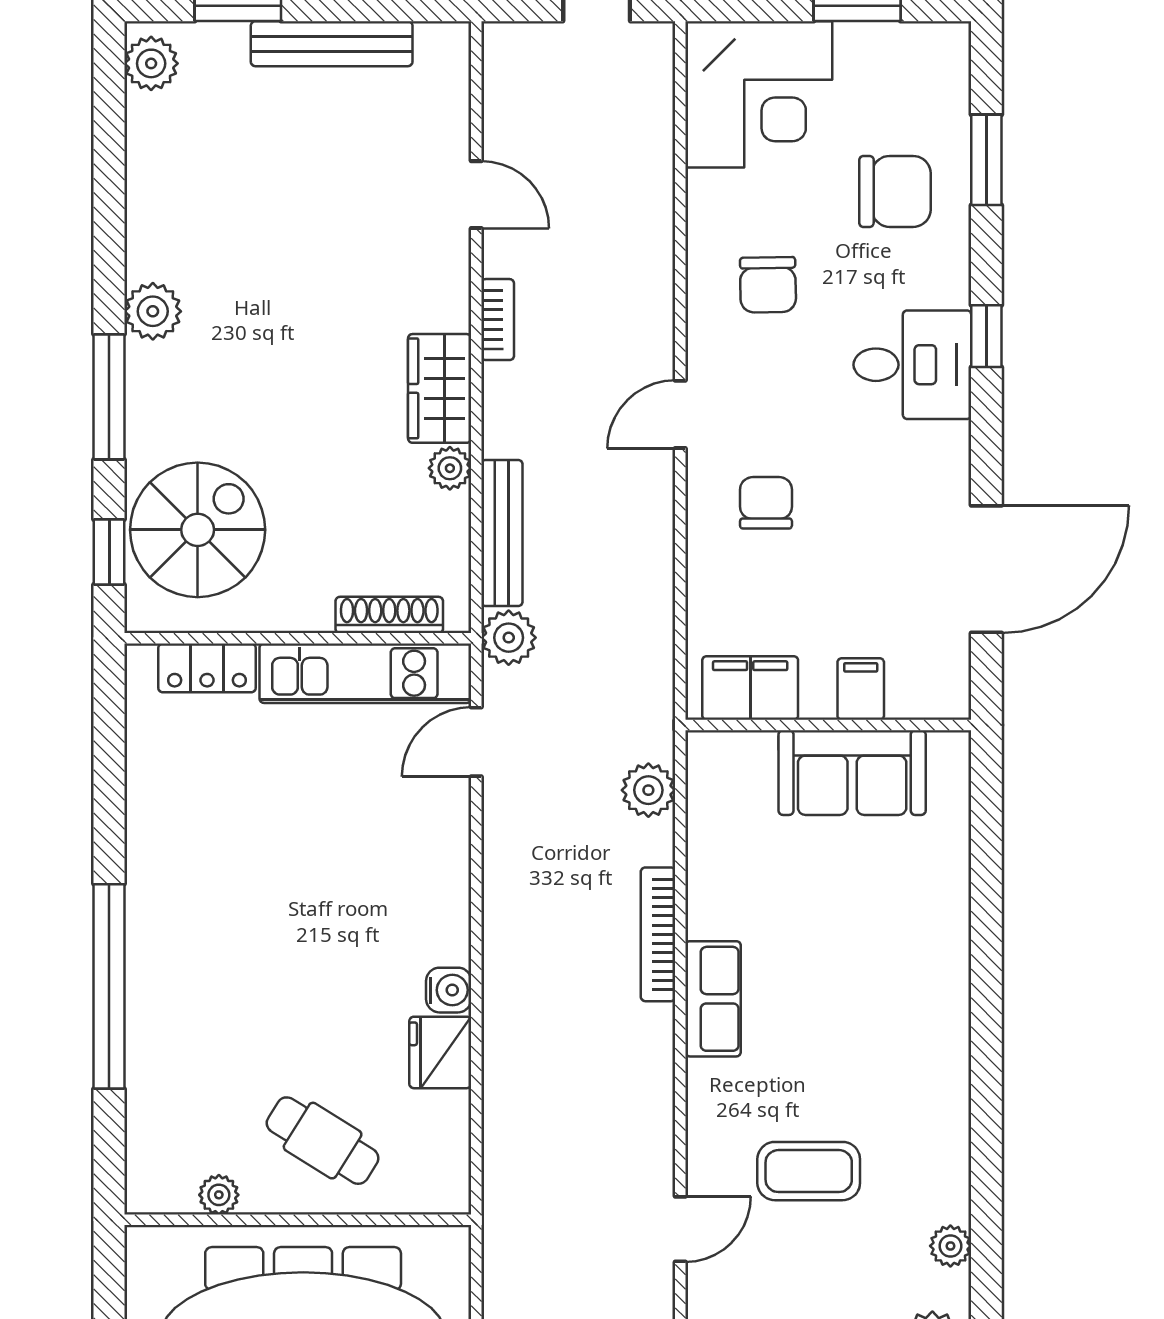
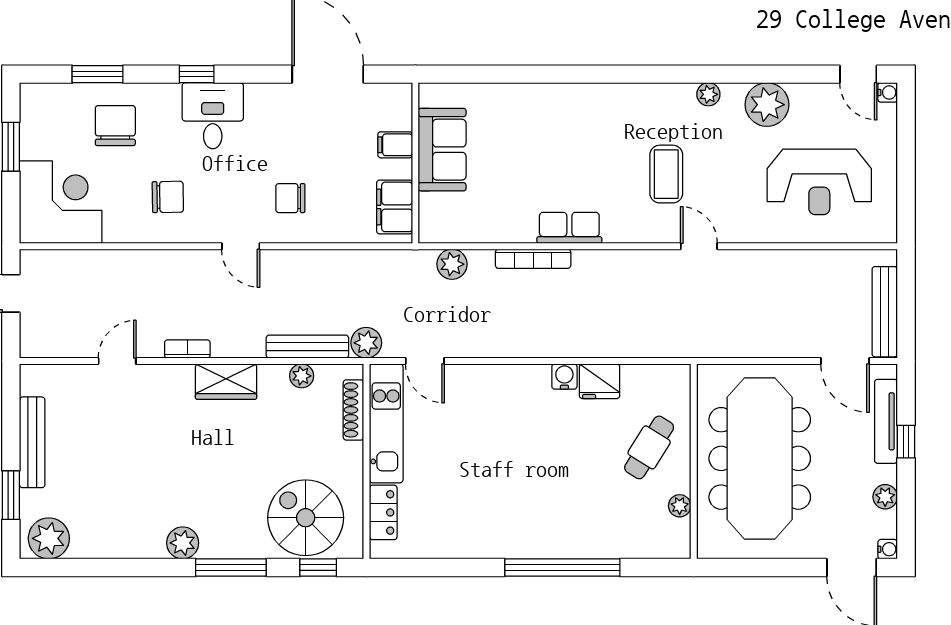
plant: (151, 63) -> (49, 538), width x1.36, depth x1.36
plant: (450, 468) -> (302, 376), moved

